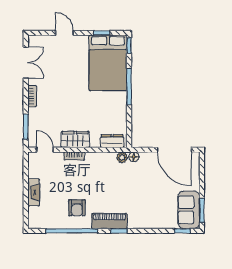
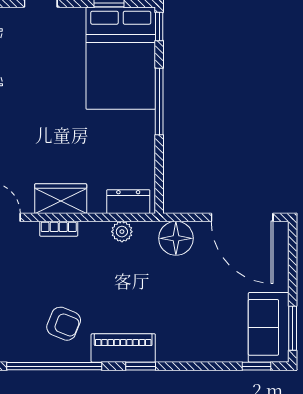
floor lamp: (134, 157) -> (176, 238), width x1.89, depth x1.89
plant: (122, 158) -> (122, 232), moved
armchair: (77, 208) -> (64, 324), turned -68

